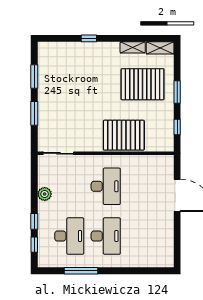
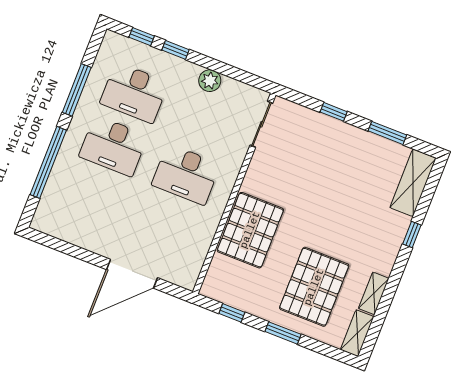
shelving: (58, 50) -> (413, 183), added
window: (34, 113) -> (334, 112), width x0.67
window: (131, 271) -> (48, 162), added

